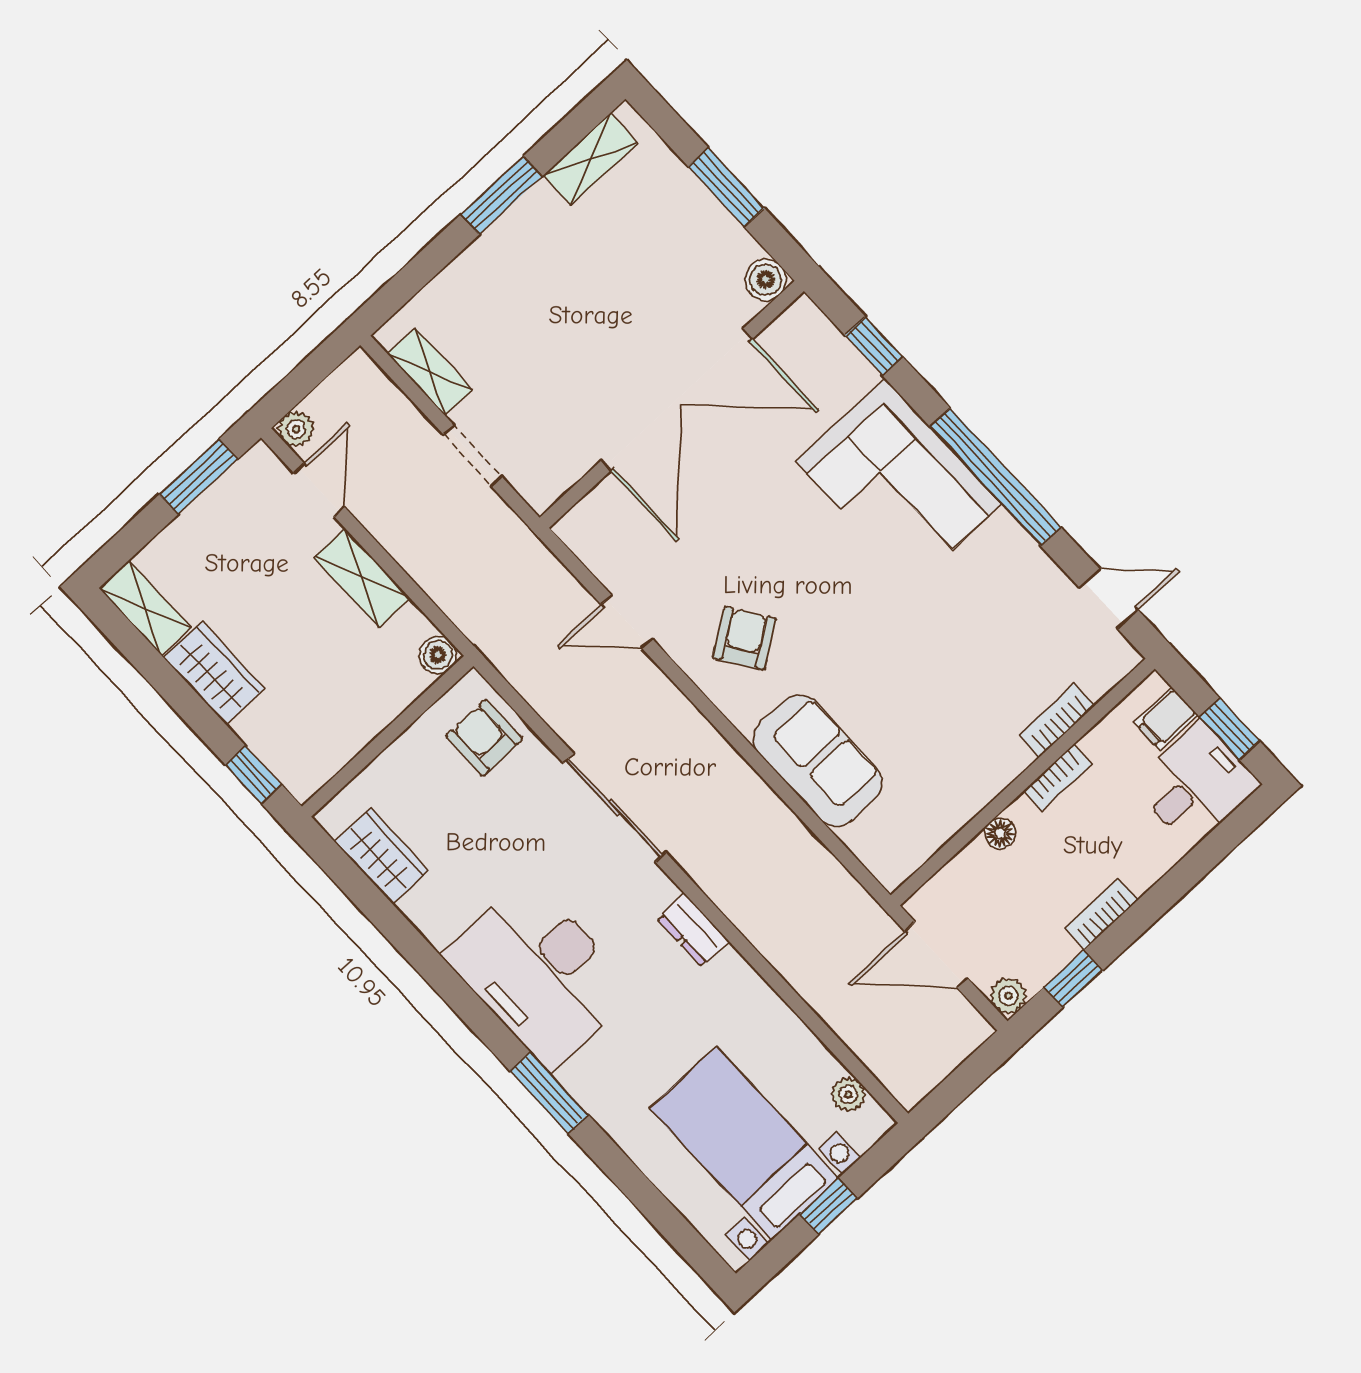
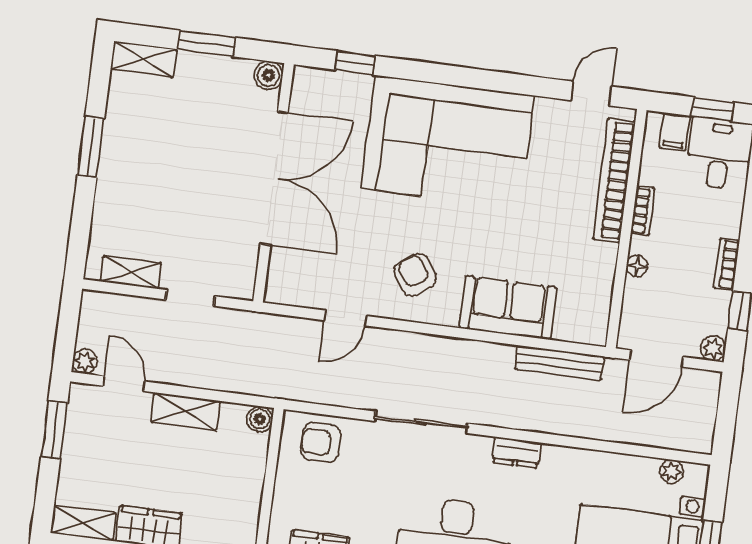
shelving: (591, 159) -> (144, 59), moved, turned 90
window: (996, 477) -> (477, 79), removed
corner sofa: (899, 483) -> (448, 142), width x1.36, depth x1.36
bookcase: (1057, 720) -> (614, 180), width x2.31, depth x1.31
bench: (824, 870) -> (559, 363), added

